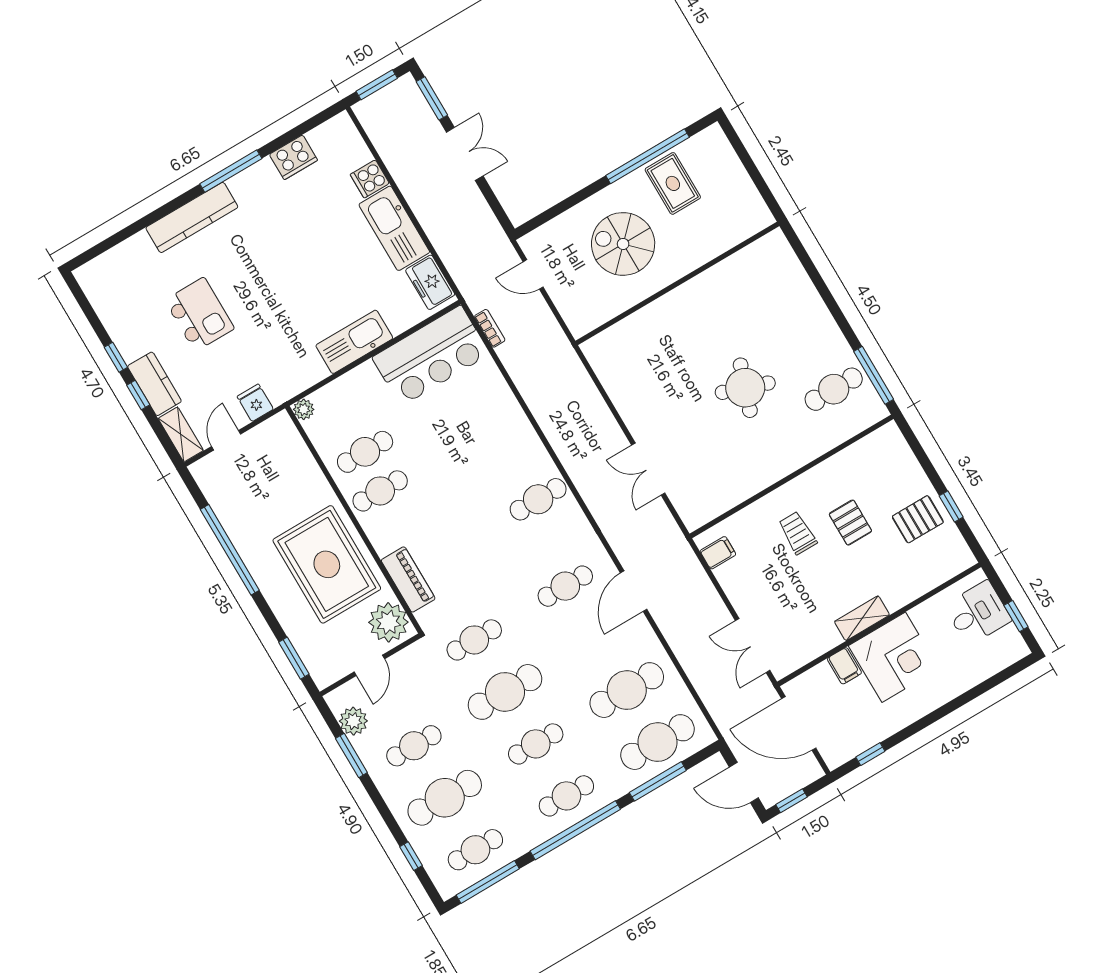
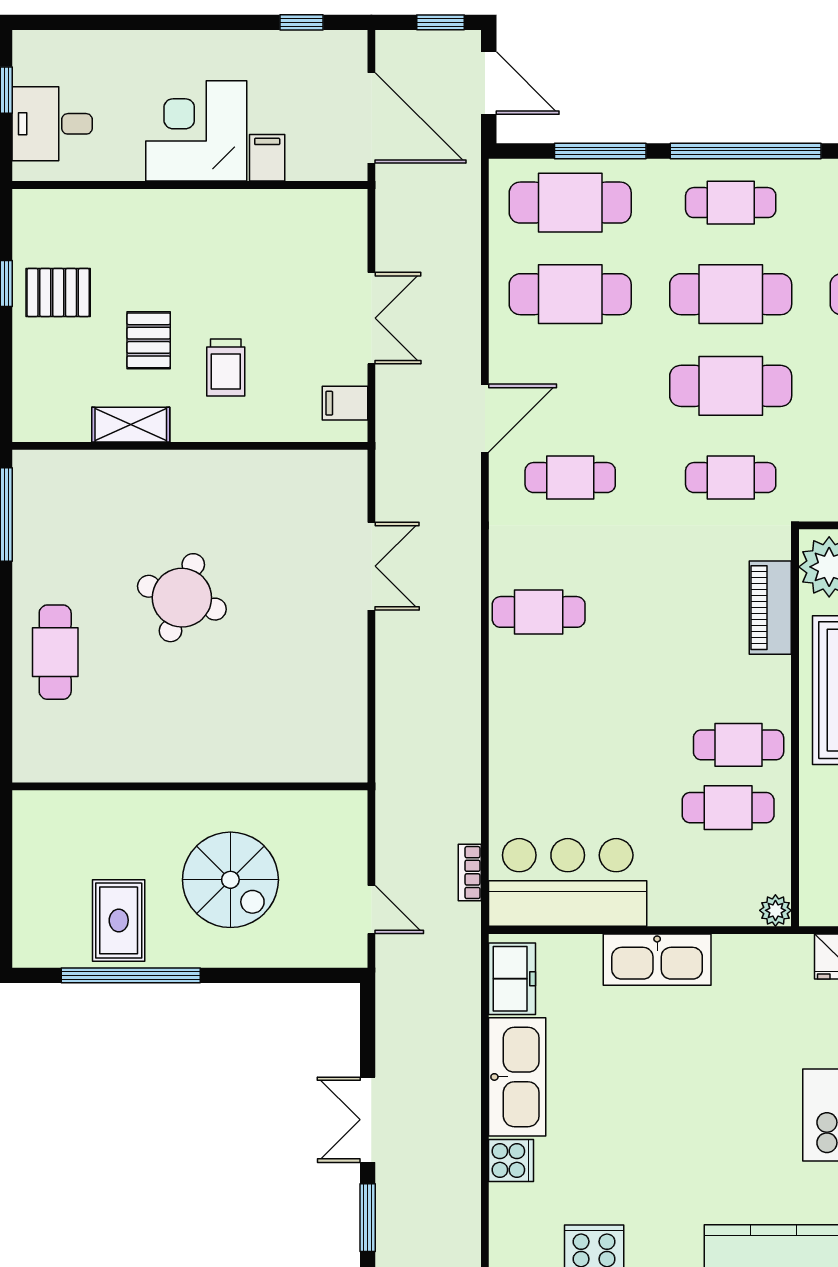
cafe table: (834, 389) -> (55, 652), moved, turned 90
shelving: (862, 618) -> (131, 425), moved
double door: (753, 646) -> (371, 318), moved
cafe table: (536, 744) -> (731, 294), width x1.37, depth x1.35

